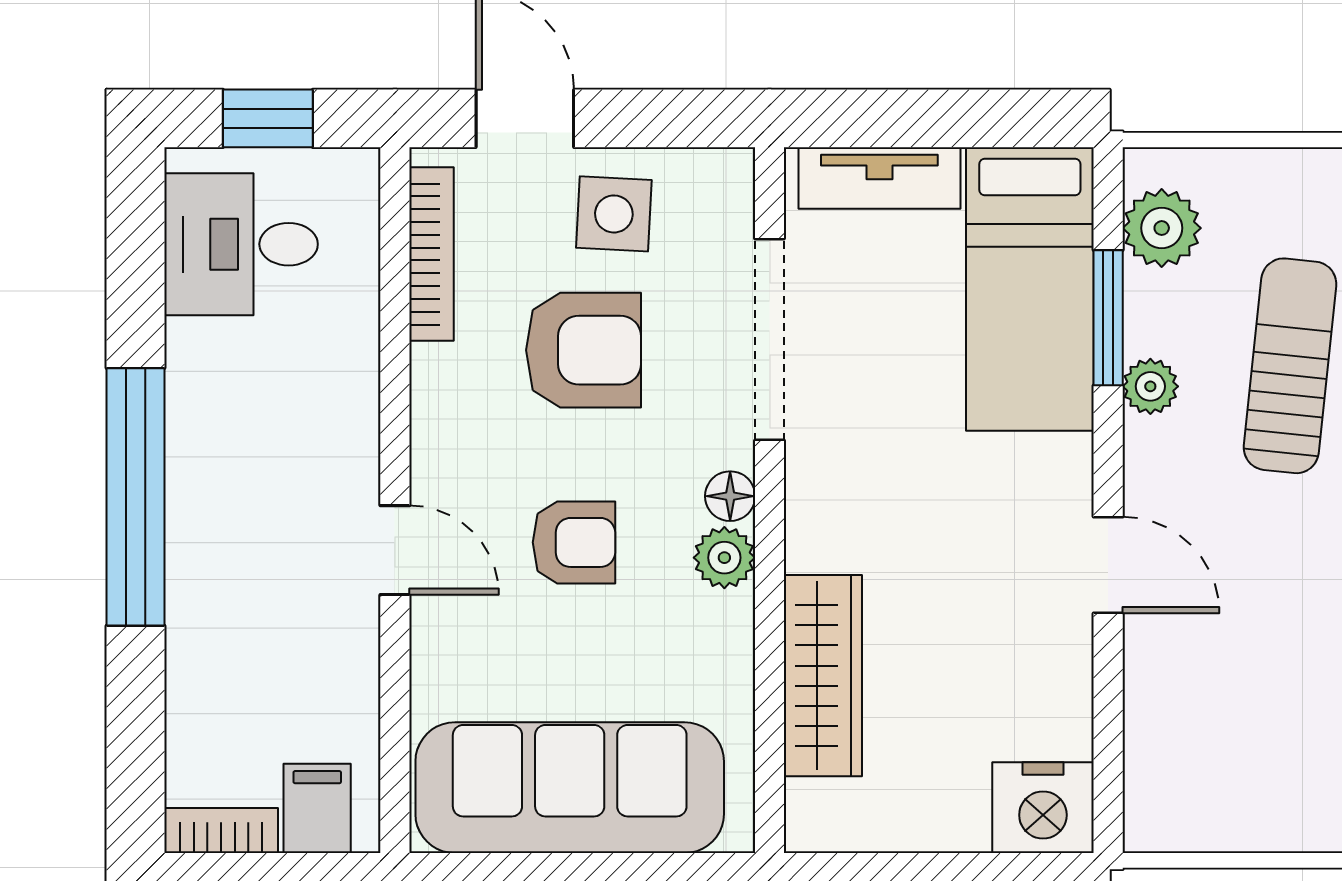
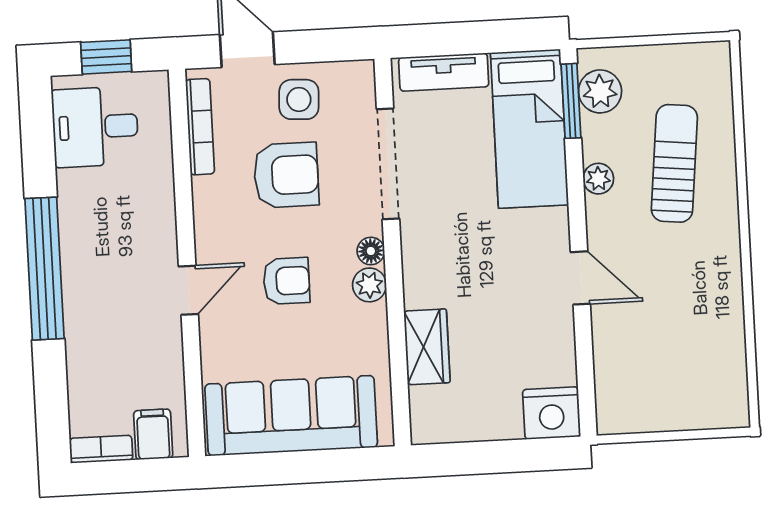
window: (1108, 318) -> (571, 101), moved
door: (395, 550) -> (188, 290), hinge flipped
wardrobe: (823, 676) -> (427, 347), width x0.67

